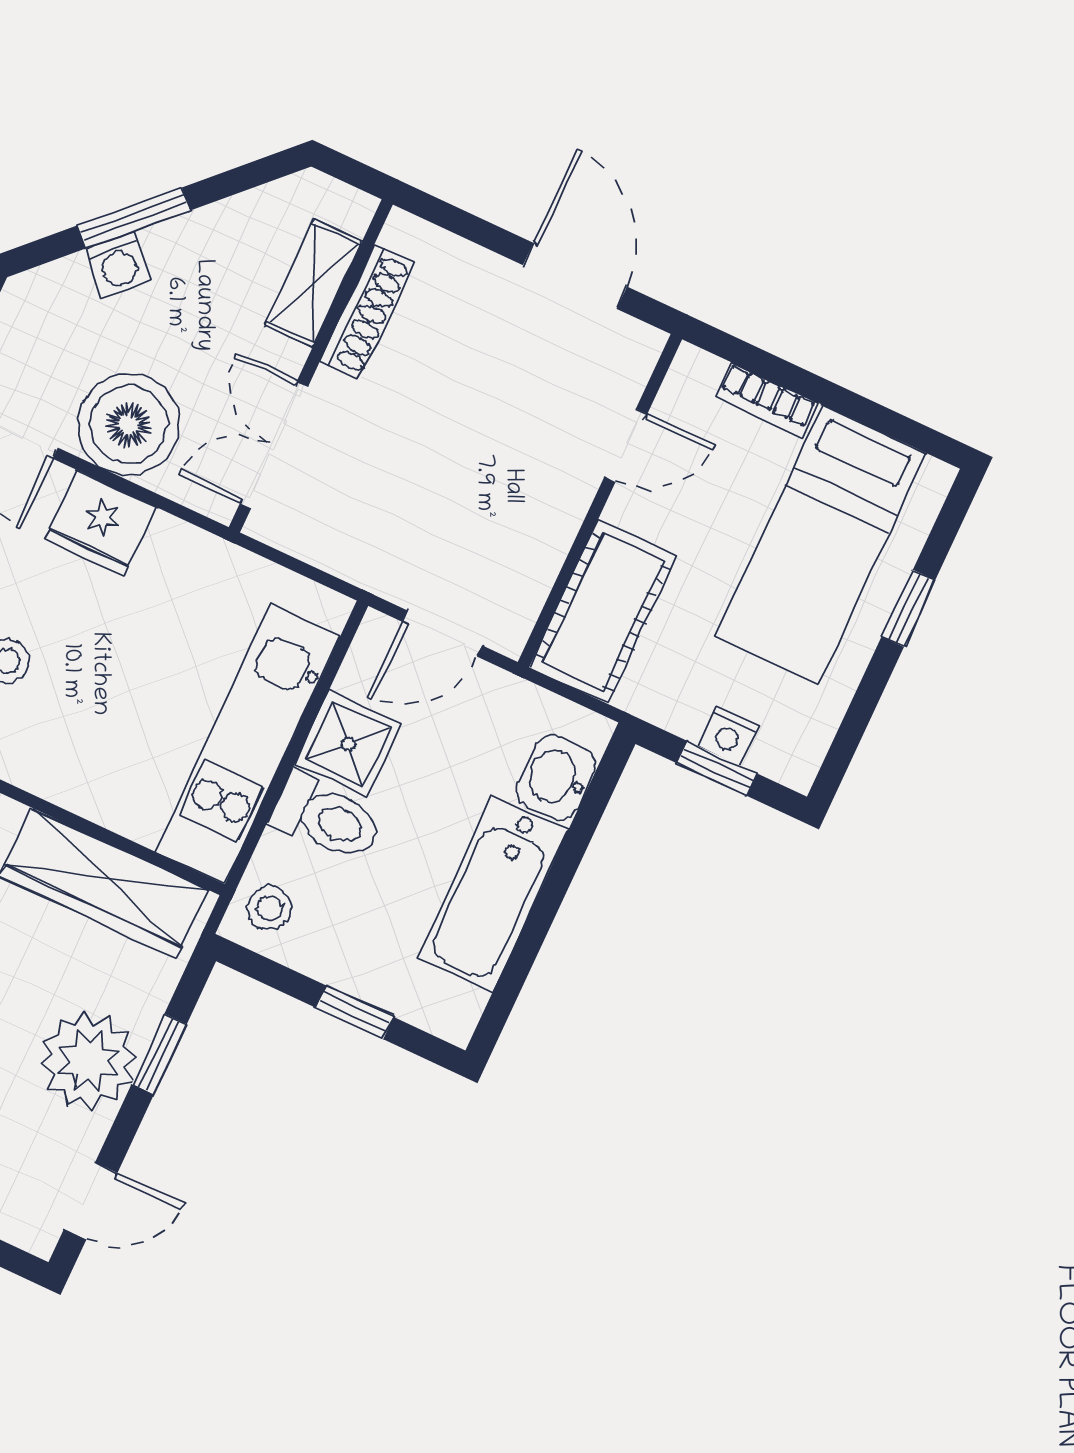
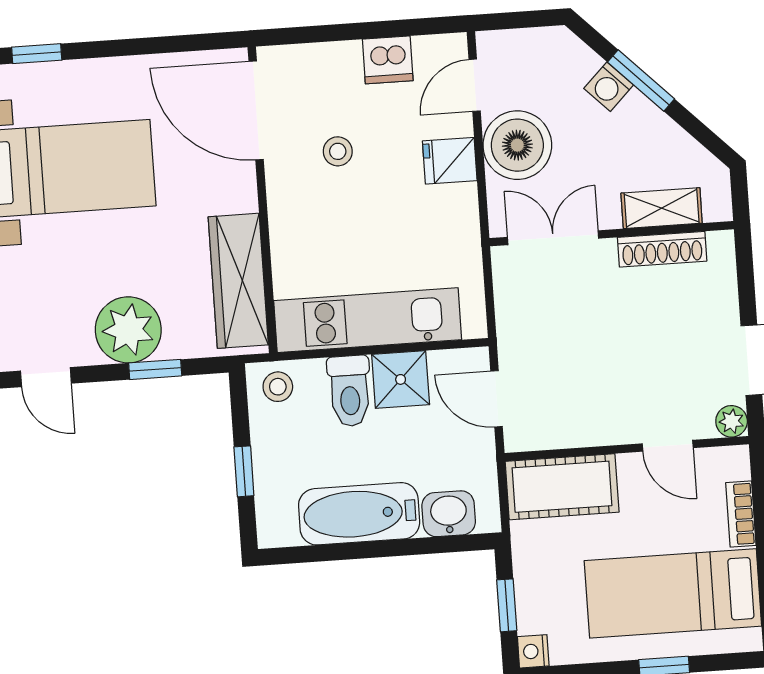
plant: (640, 345) -> (732, 421), added
fridge: (100, 523) -> (450, 161), width x0.72
nightstand: (728, 736) -> (533, 651), moved

